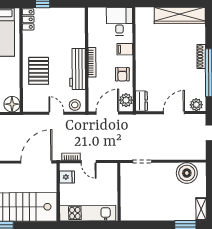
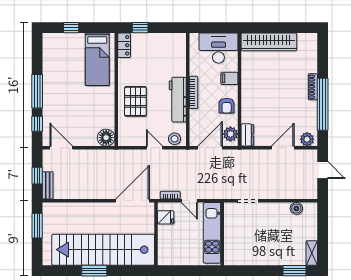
wardrobe: (180, 15) -> (269, 42), moved
desk: (119, 21) -> (218, 48), width x1.37
boiler: (187, 173) -> (296, 208), width x0.54, depth x0.54
kitchen unit: (88, 213) -> (212, 233), moved, turned -90

